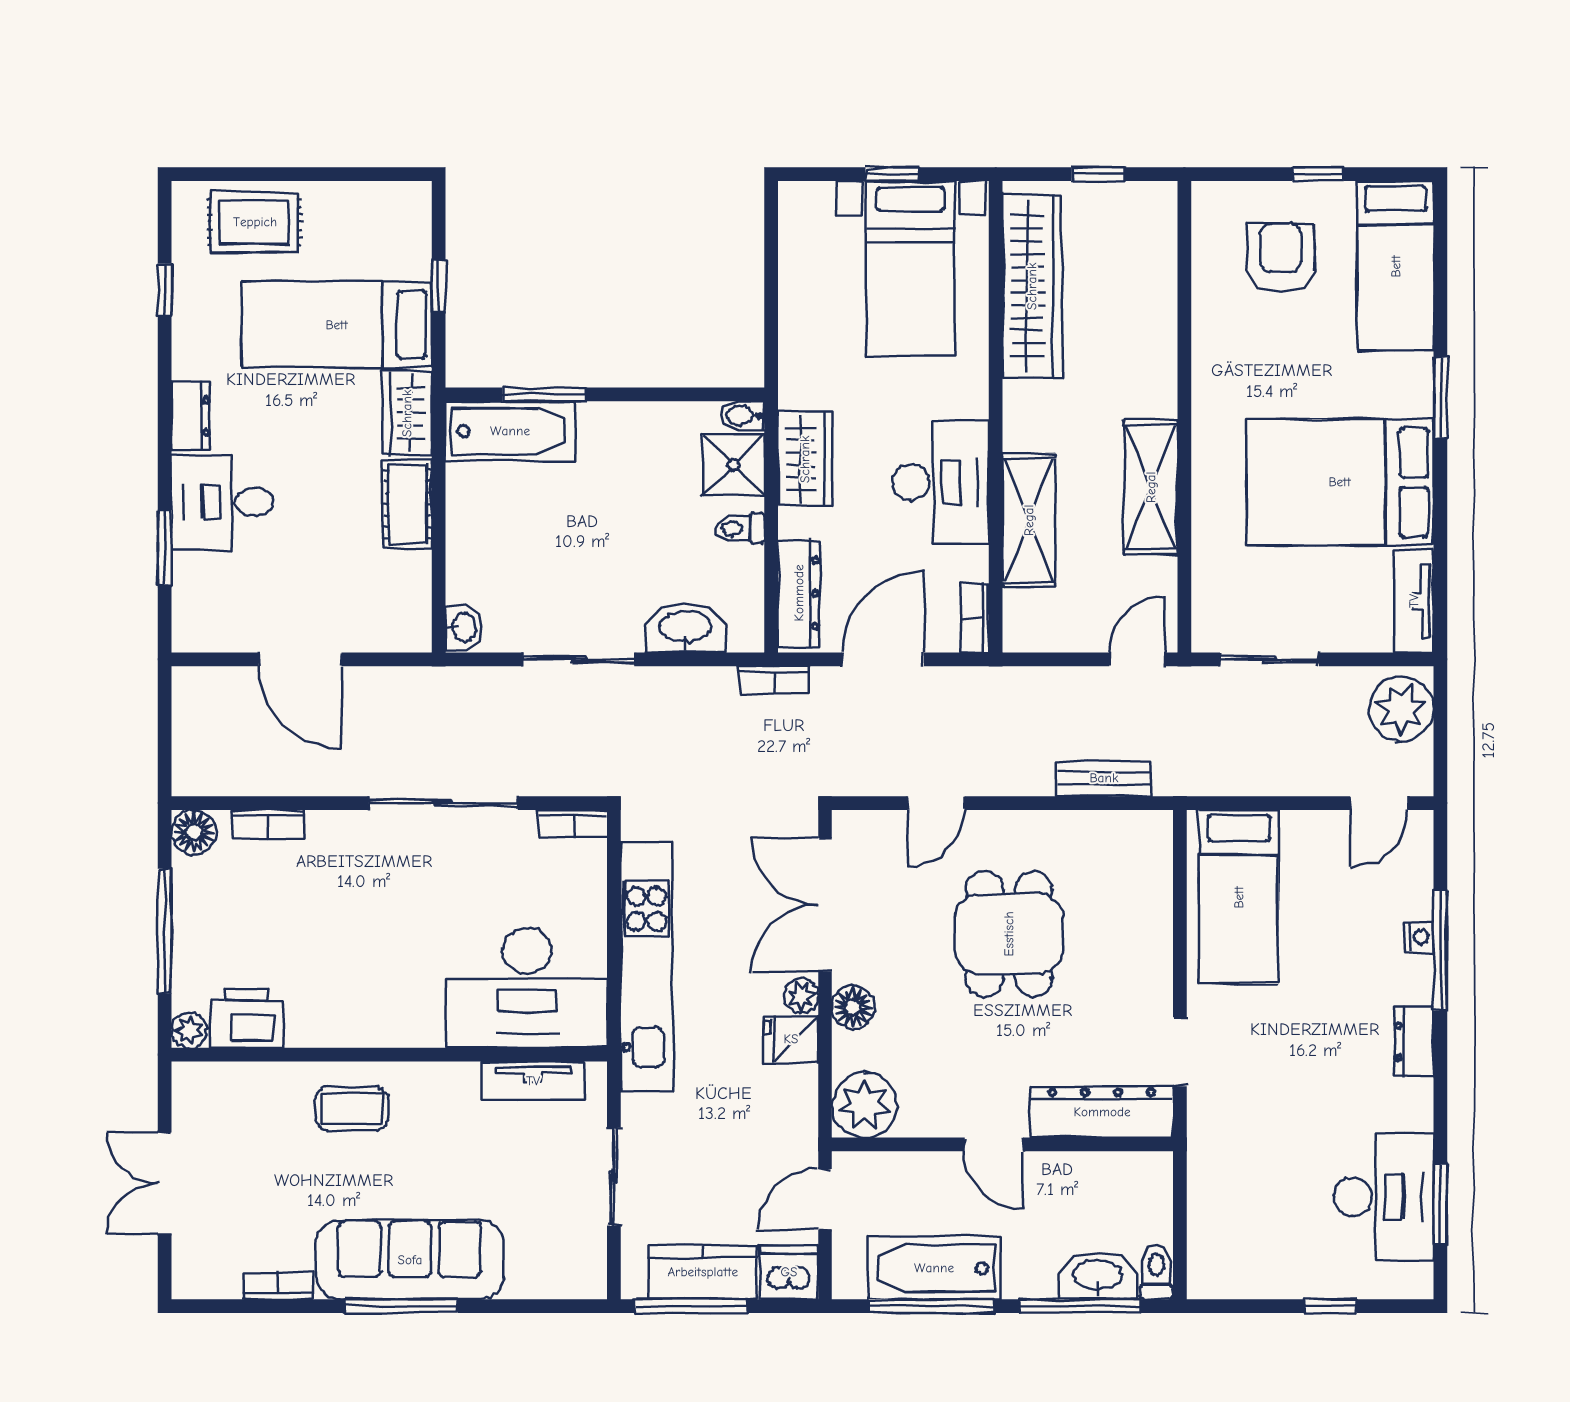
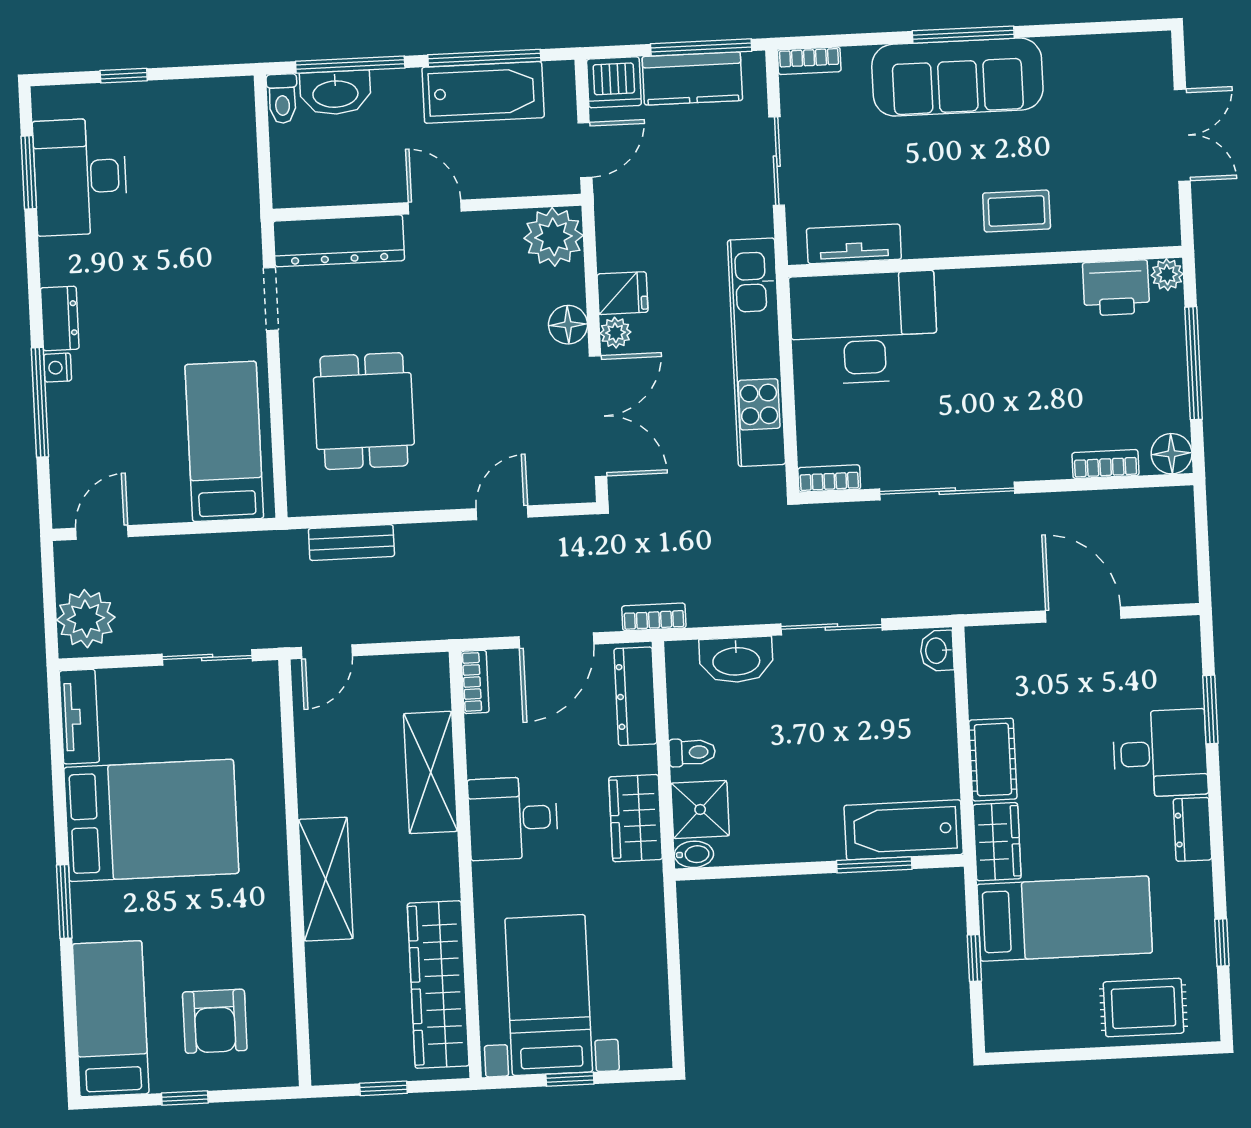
desk: (941, 482) -> (513, 818), width x0.73
shelving: (1151, 487) -> (326, 879), moved
dining table: (1009, 934) -> (364, 411), moved
nightstand: (1419, 937) -> (58, 368), moved
bookcase: (278, 1286) -> (809, 61), moved

